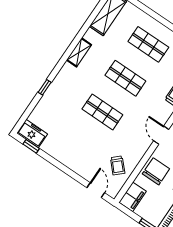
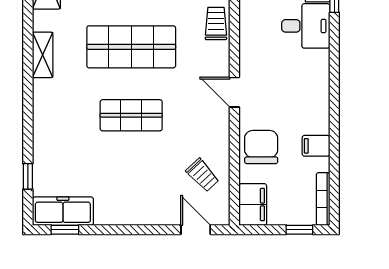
shop shelf: (125, 78) -> (131, 47), width x1.43, depth x1.36
window: (45, 87) -> (28, 176), moved
freezer: (32, 134) -> (63, 211), width x1.40

